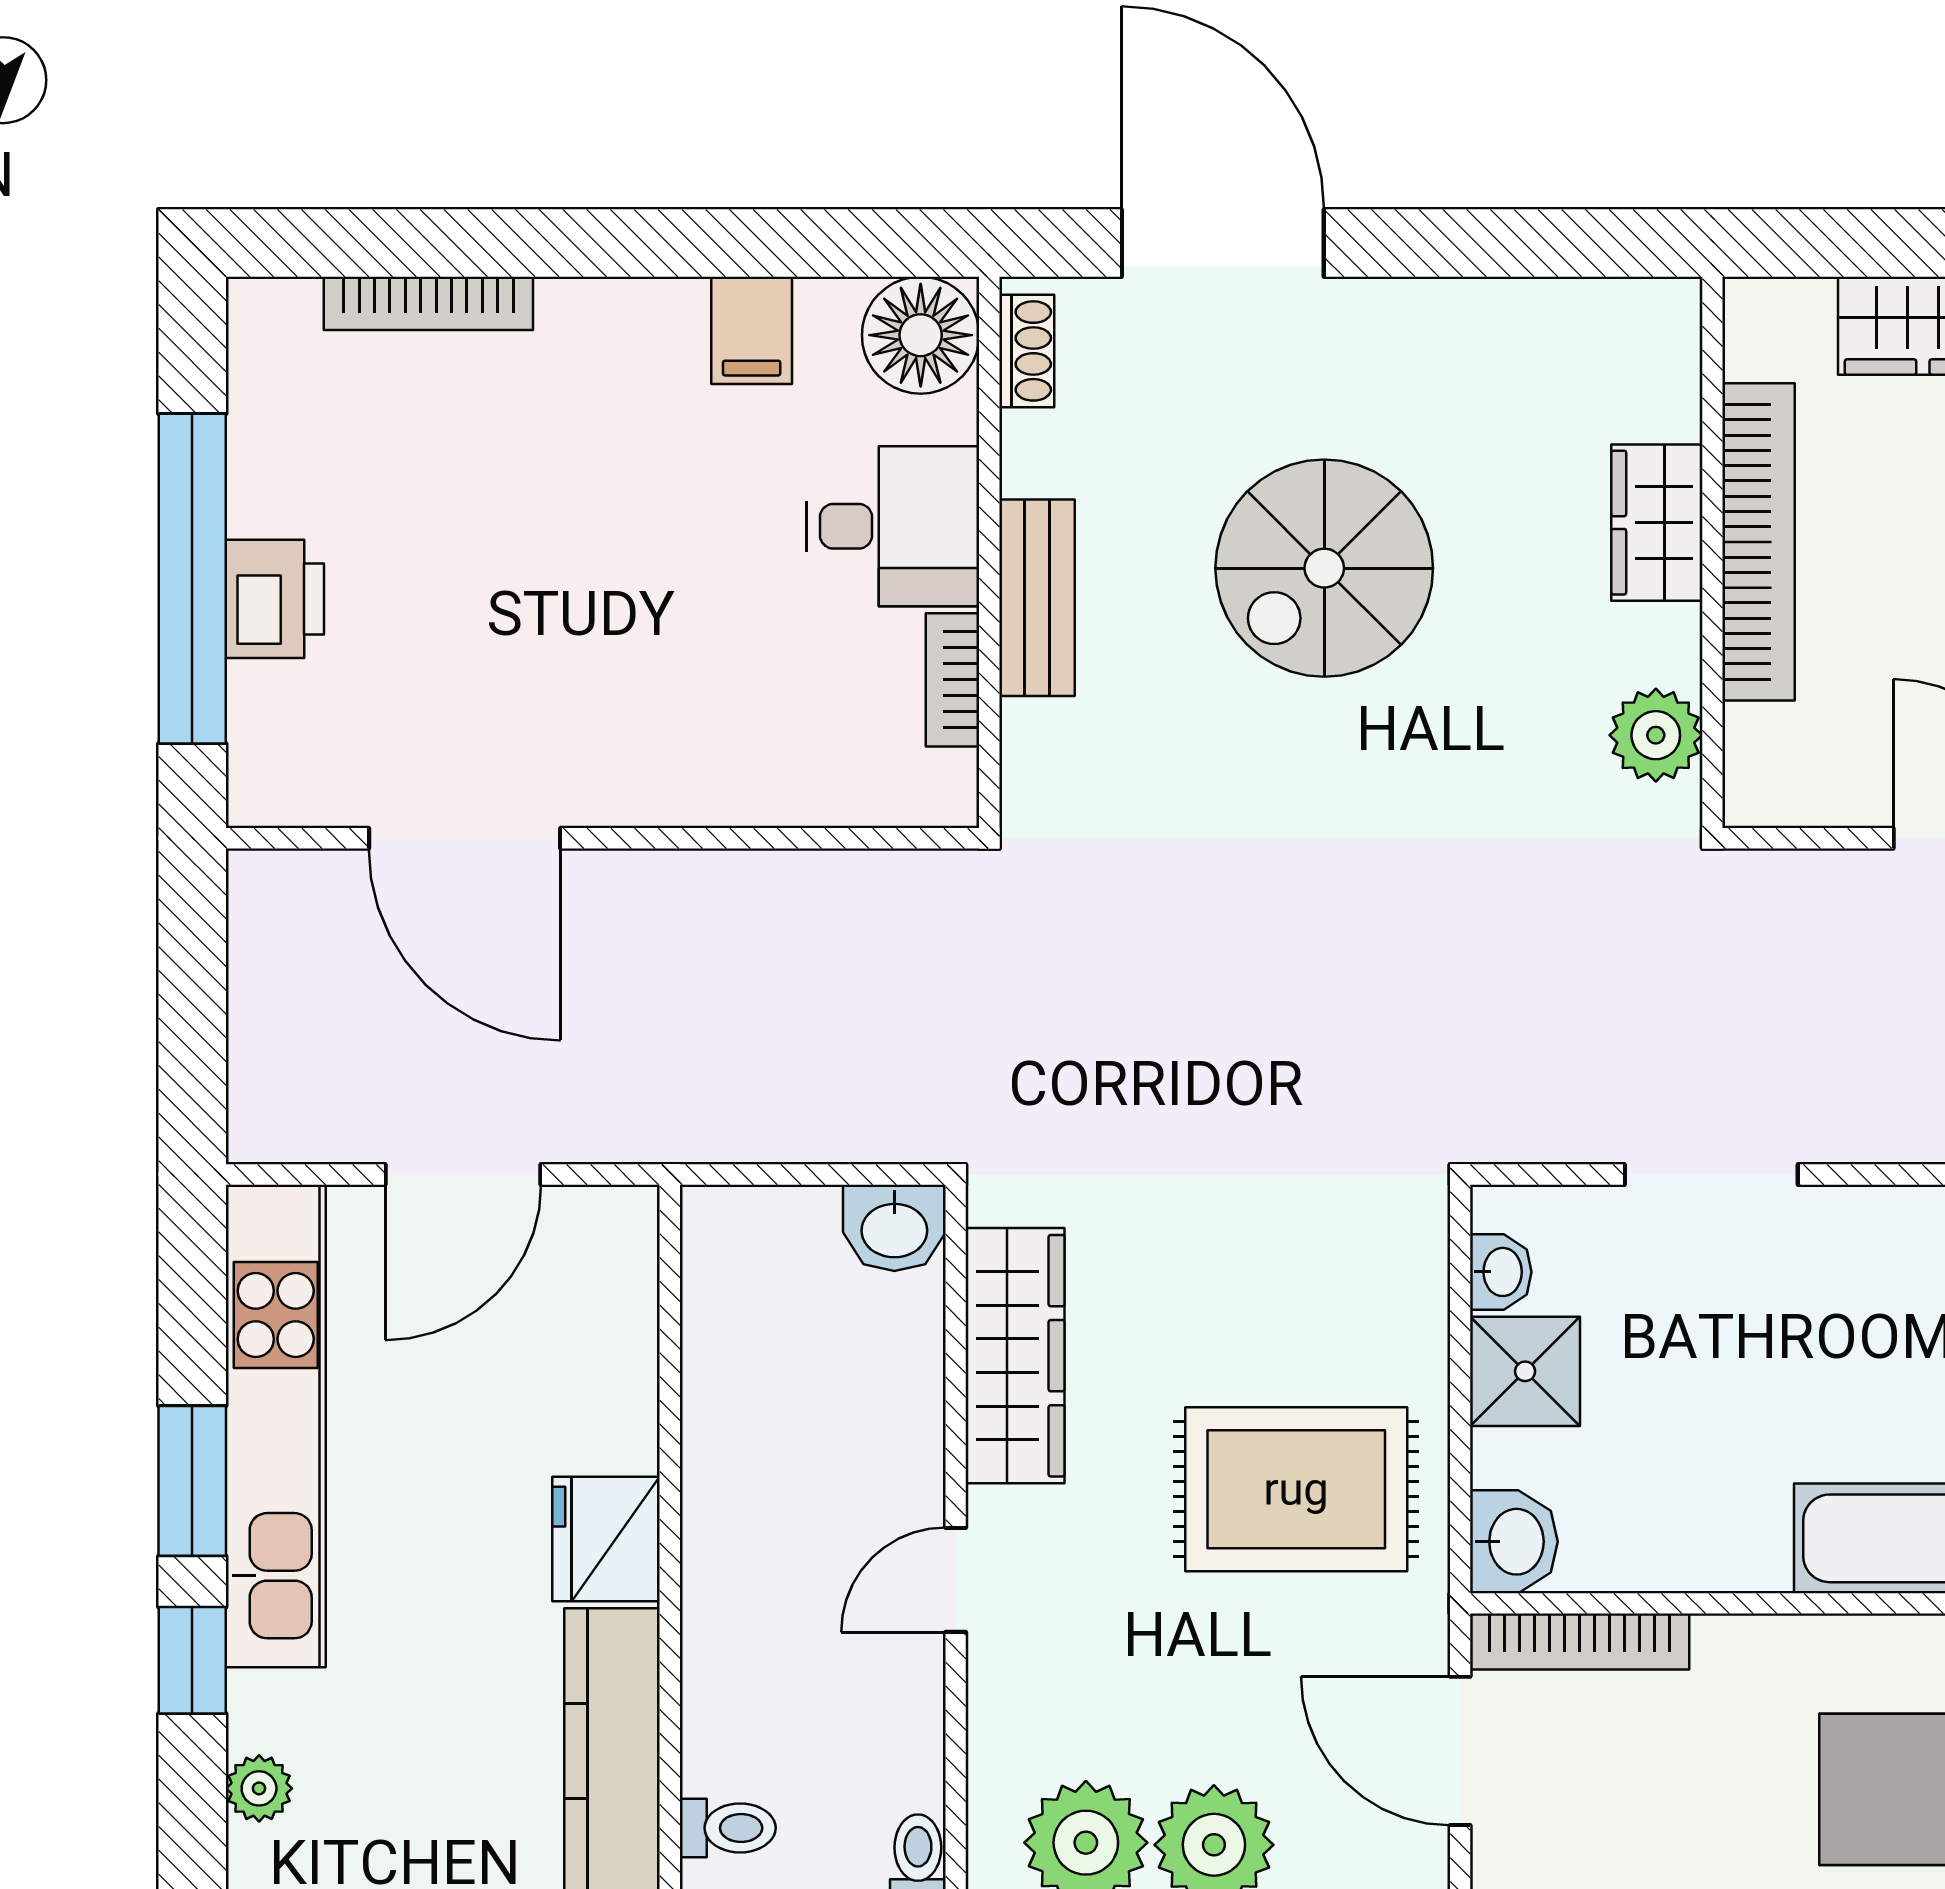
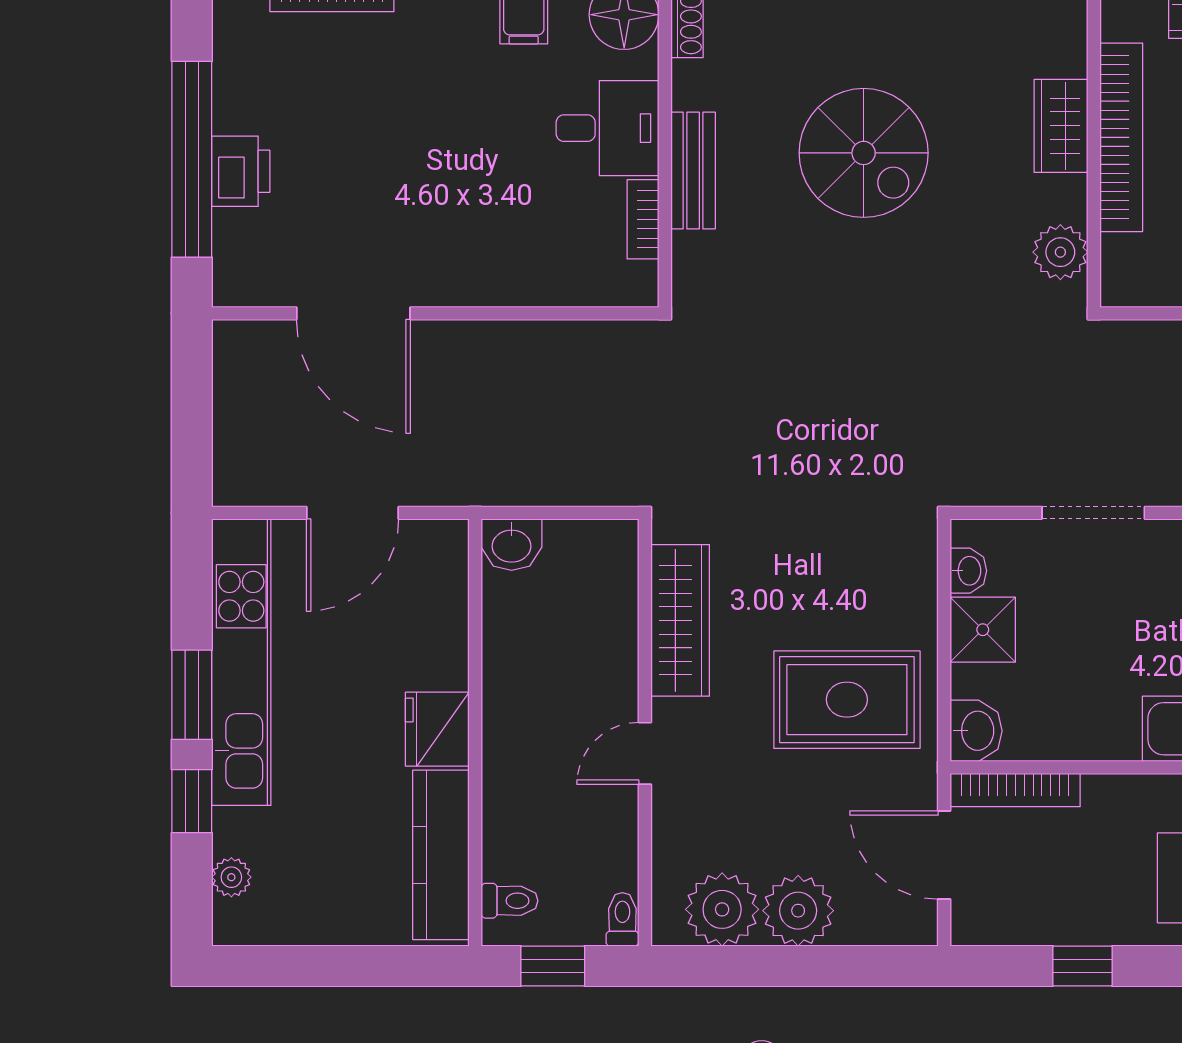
spiral stairs: (1324, 568) -> (864, 153), turned -90
washbasin: (894, 1228) -> (512, 545), moved

